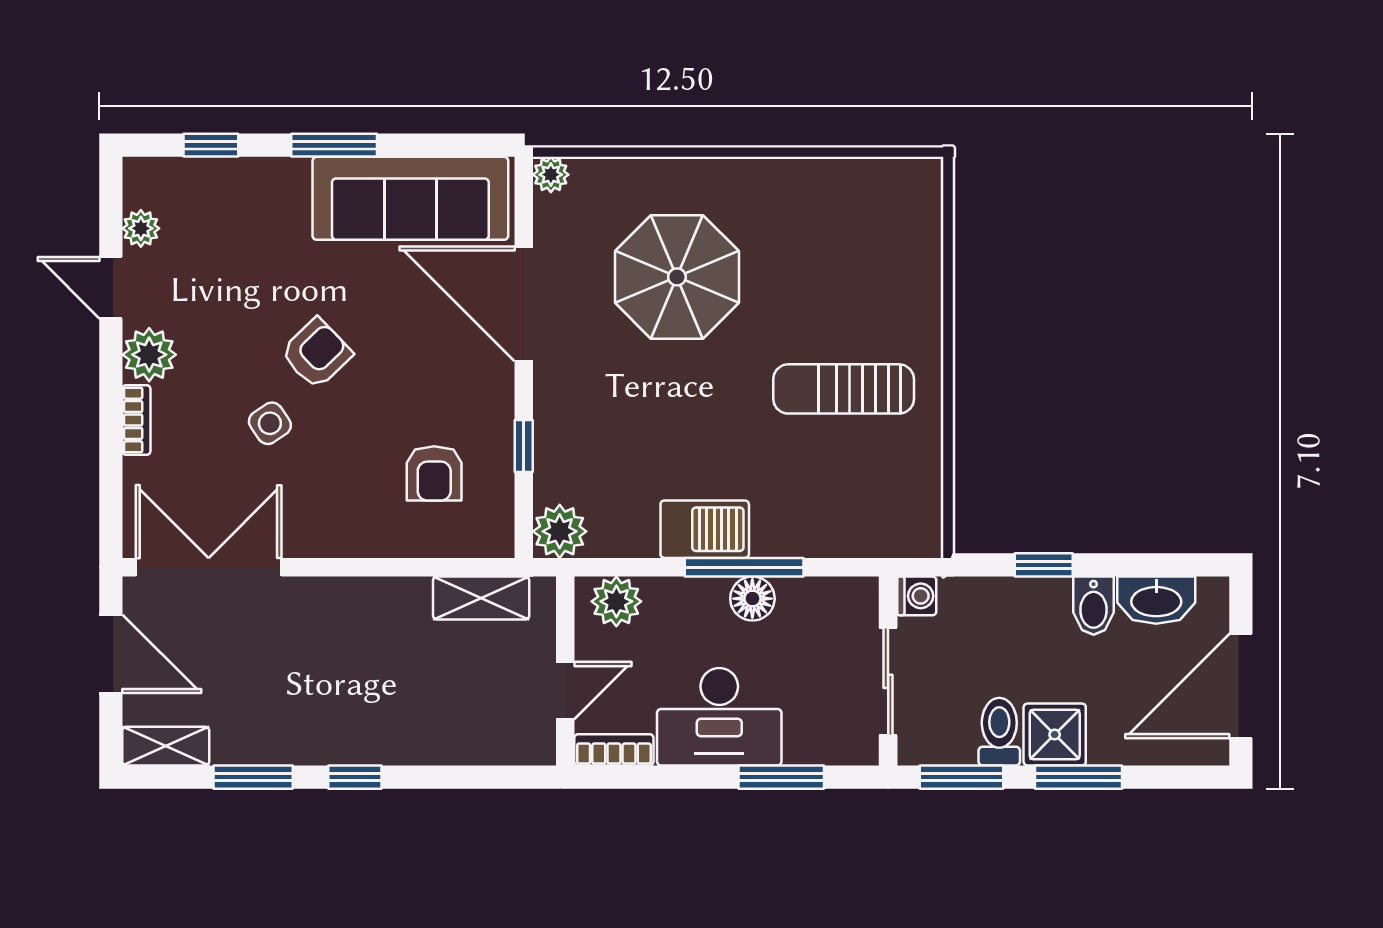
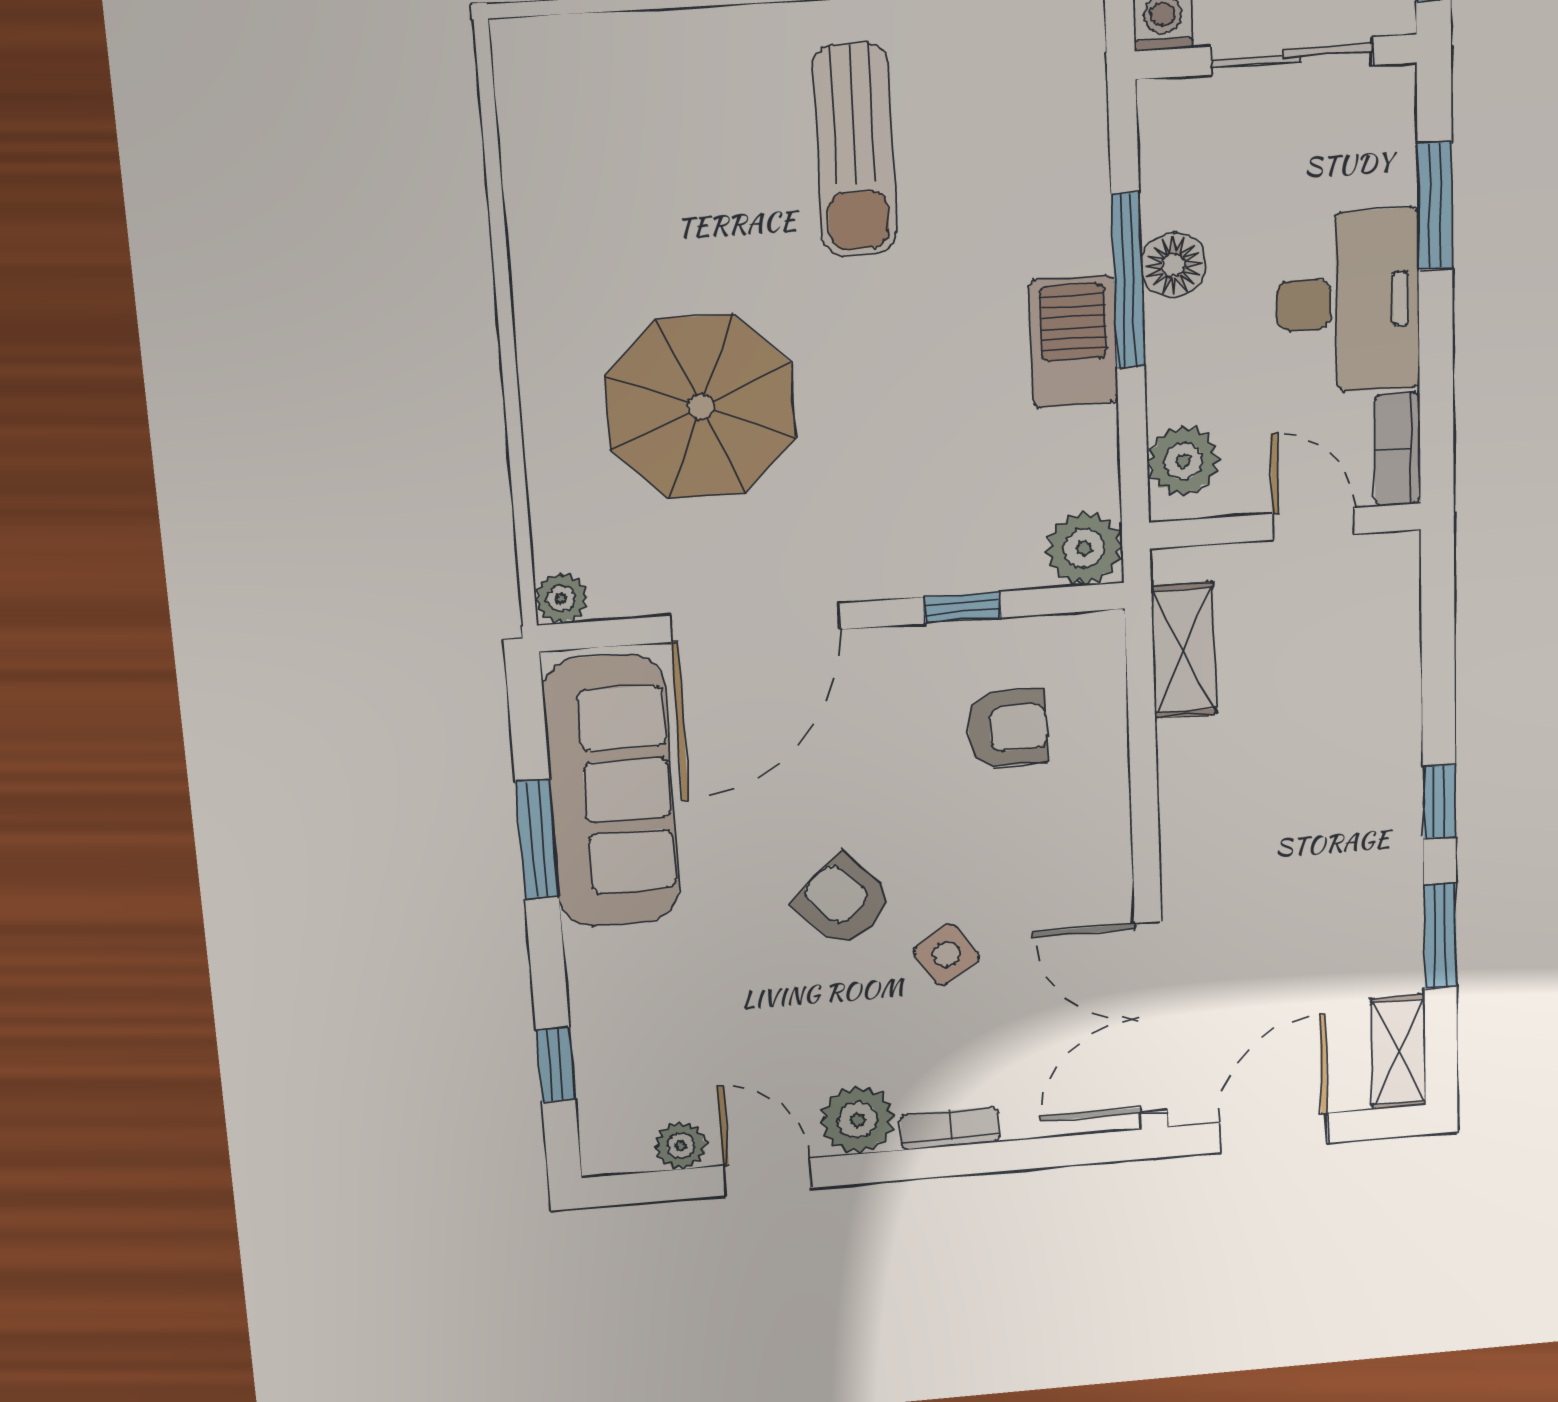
window: (334, 145) -> (537, 839), moved
door: (111, 288) -> (767, 1177), swing flipped

